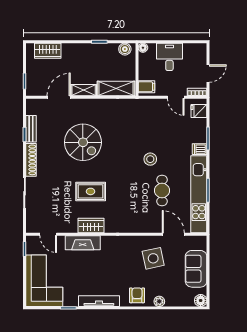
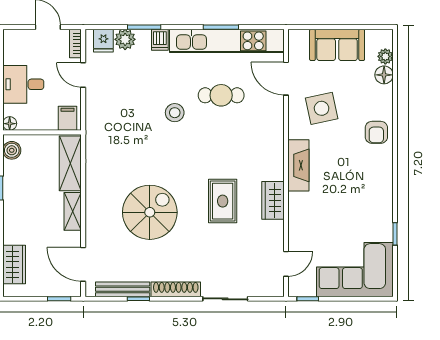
door: (59, 97) -> (83, 264), moved
door: (176, 97) -> (83, 75), swing flipped
plant: (200, 126) -> (125, 39), added
bench: (31, 129) -> (123, 289), width x1.36
door: (173, 234) -> (286, 79), hinge flipped
fireplace: (83, 243) -> (298, 165), moved
armchair: (137, 295) -> (376, 132), turned -90
tv unit: (99, 301) -> (385, 189), removed
plant: (159, 301) -> (385, 56), moved
floor lamp: (201, 301) -> (384, 75), moved

